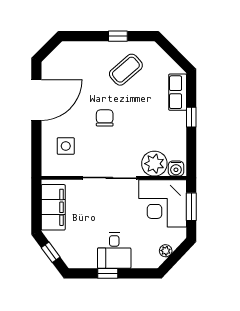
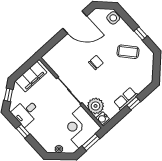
row of seats: (178, 92) -> (126, 99), moved
side table: (66, 146) -> (113, 18), moved
desk: (114, 251) -> (26, 112), moved

